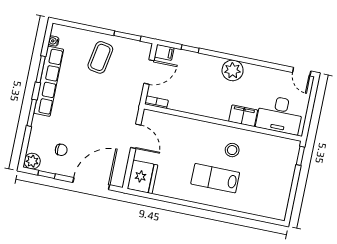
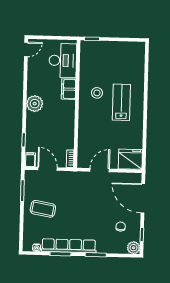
lab bench: (215, 178) -> (121, 102), turned 180

